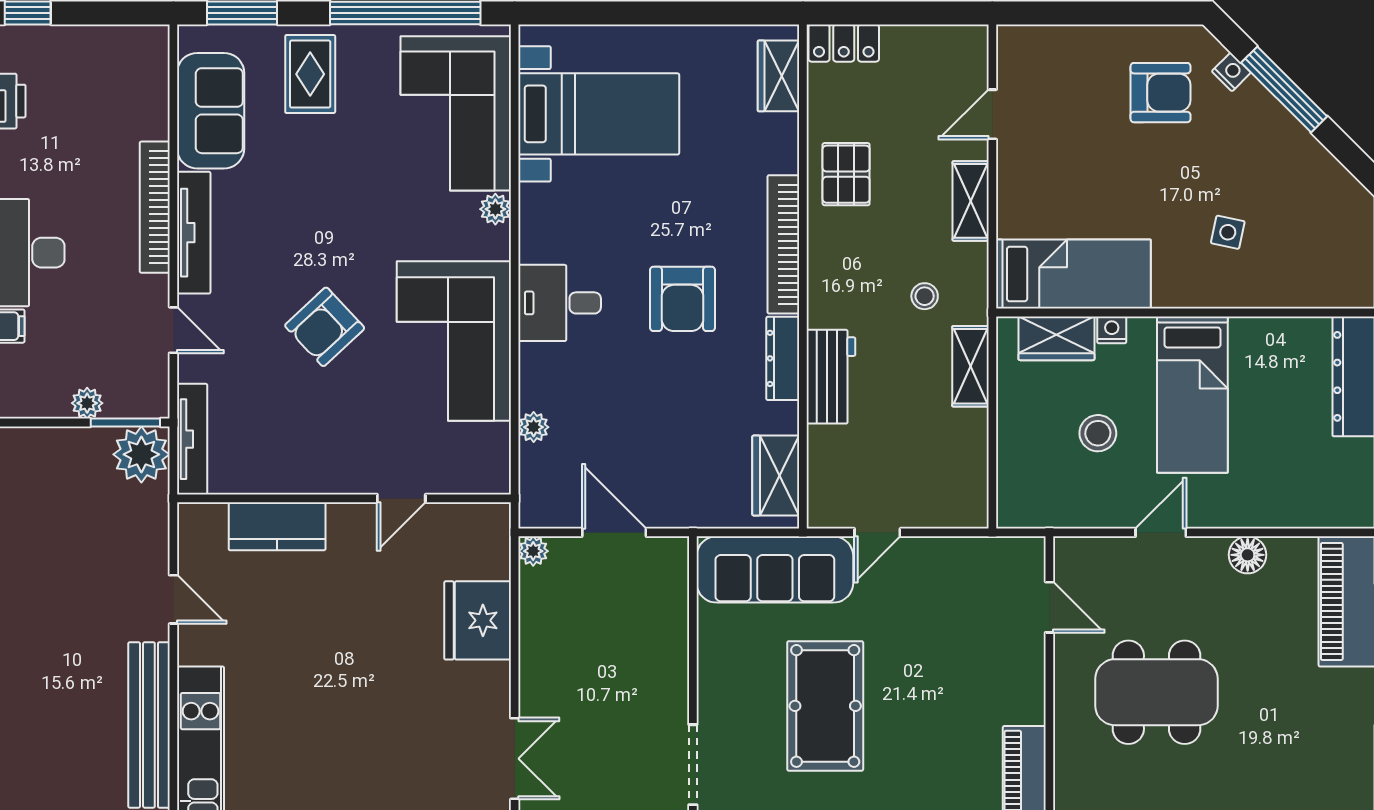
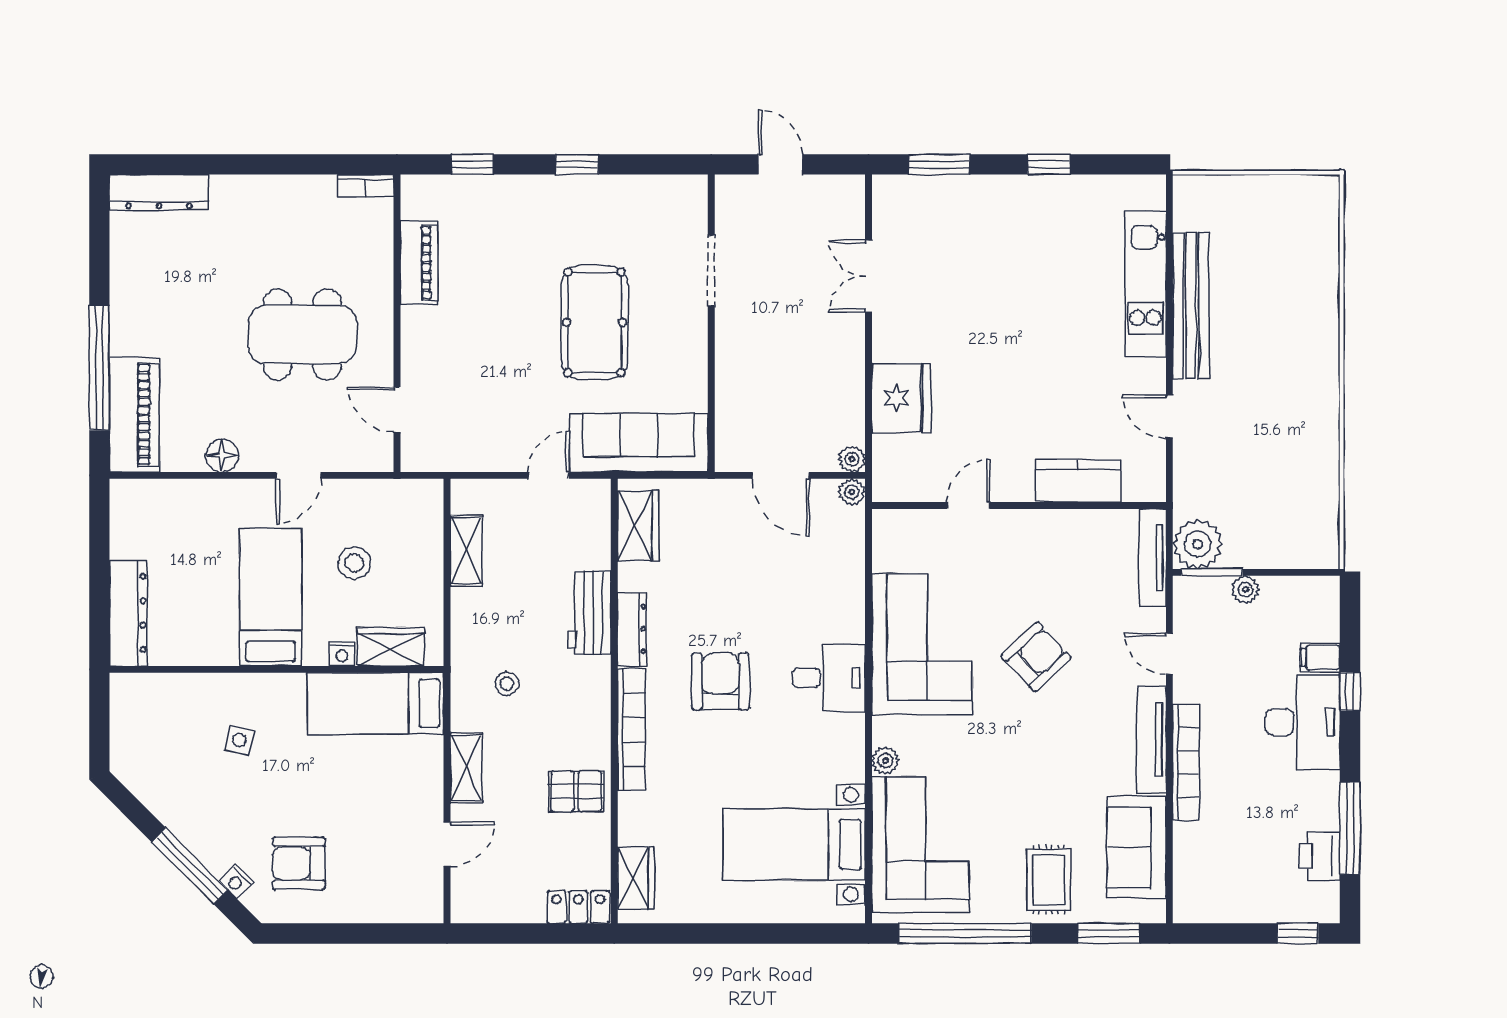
pallet: (846, 174) -> (576, 791), turned 90
shelving: (970, 366) -> (466, 551), moved
plant: (534, 427) -> (852, 492), moved

